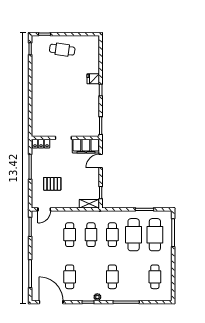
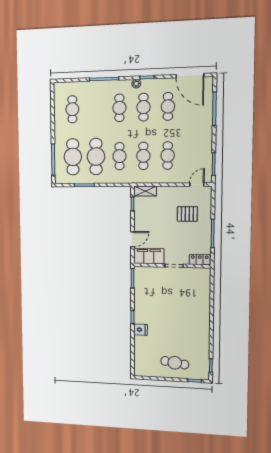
cafe table: (91, 277) -> (143, 107), added

